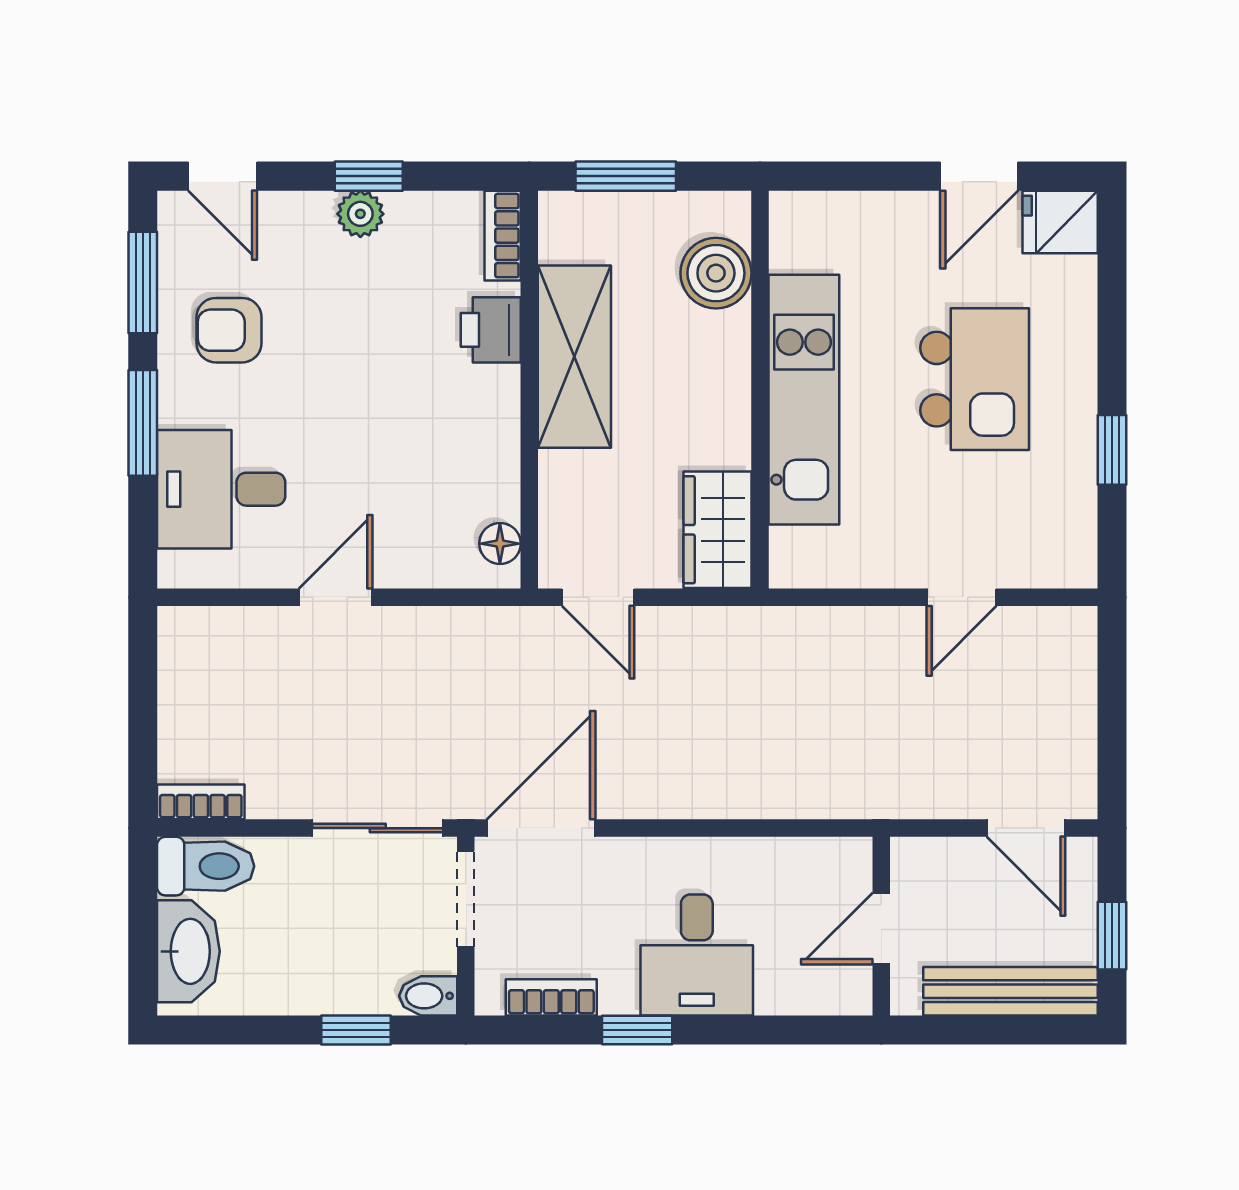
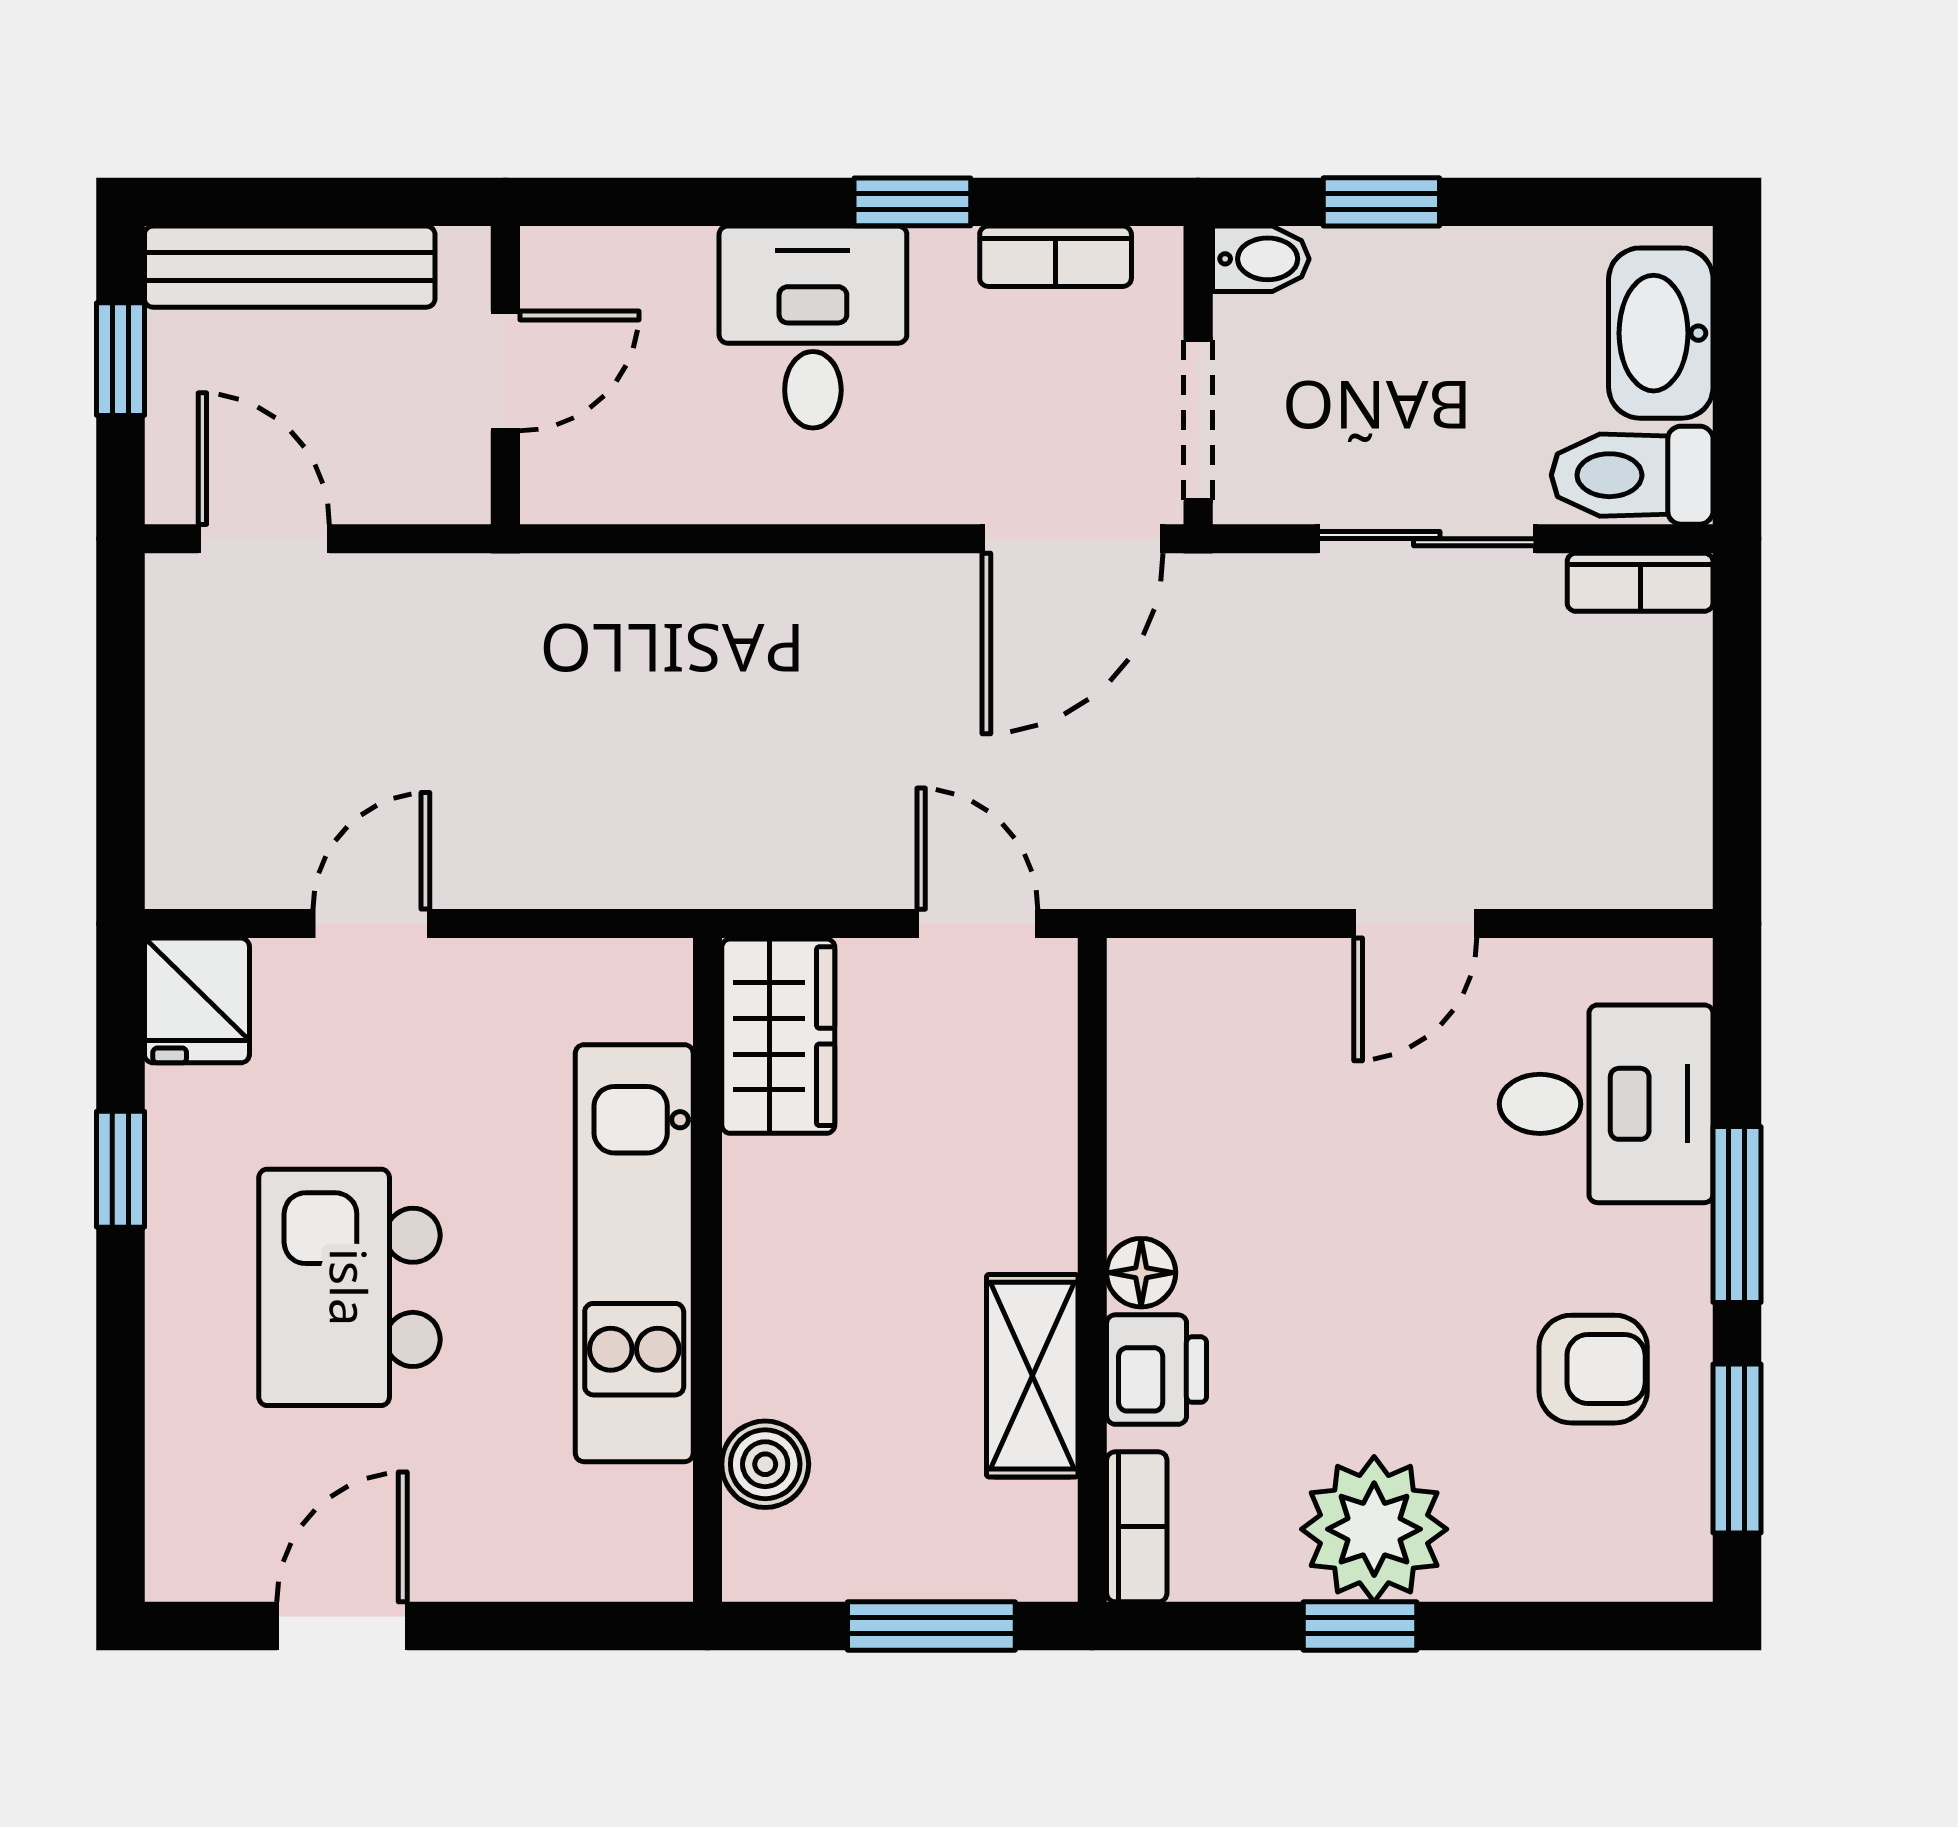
door: (223, 176) -> (1604, 1626), removed
plant: (360, 214) -> (1374, 1529), width x1.87, depth x1.87
fridge: (1060, 222) -> (197, 1000), moved, turned 90
boiler: (716, 273) -> (765, 1464), width x0.73, depth x0.73
shelving: (574, 357) -> (1032, 1376), width x0.67, depth x0.75
floor lamp: (500, 544) -> (1141, 1273), moved
sliding door: (378, 828) -> (1427, 539), moved

